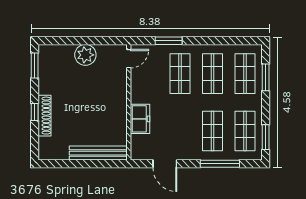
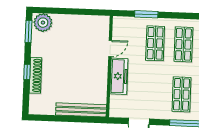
plant: (85, 55) -> (43, 23), moved
door: (129, 59) -> (110, 49), moved
freezer: (140, 119) -> (119, 76), width x1.40

